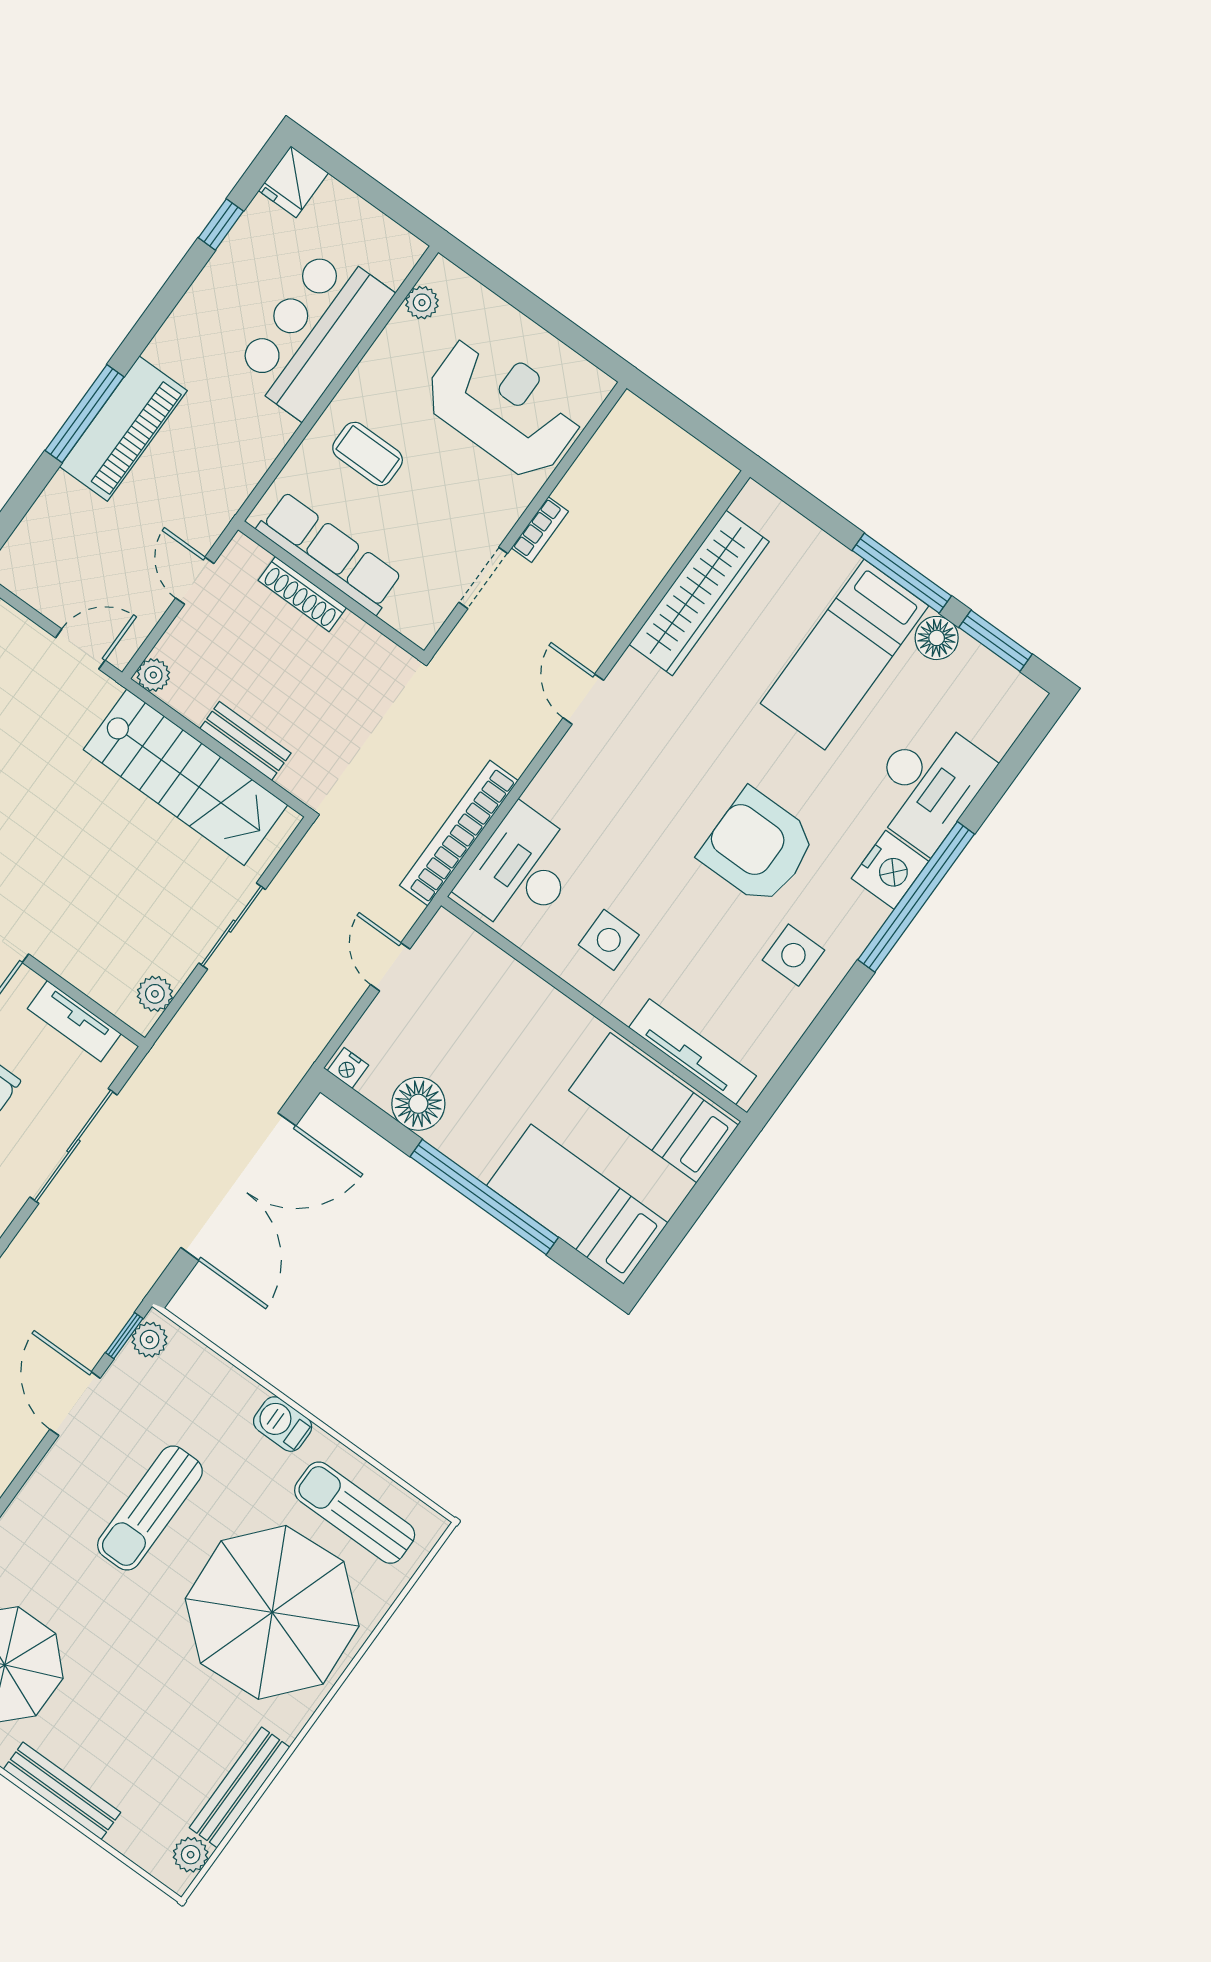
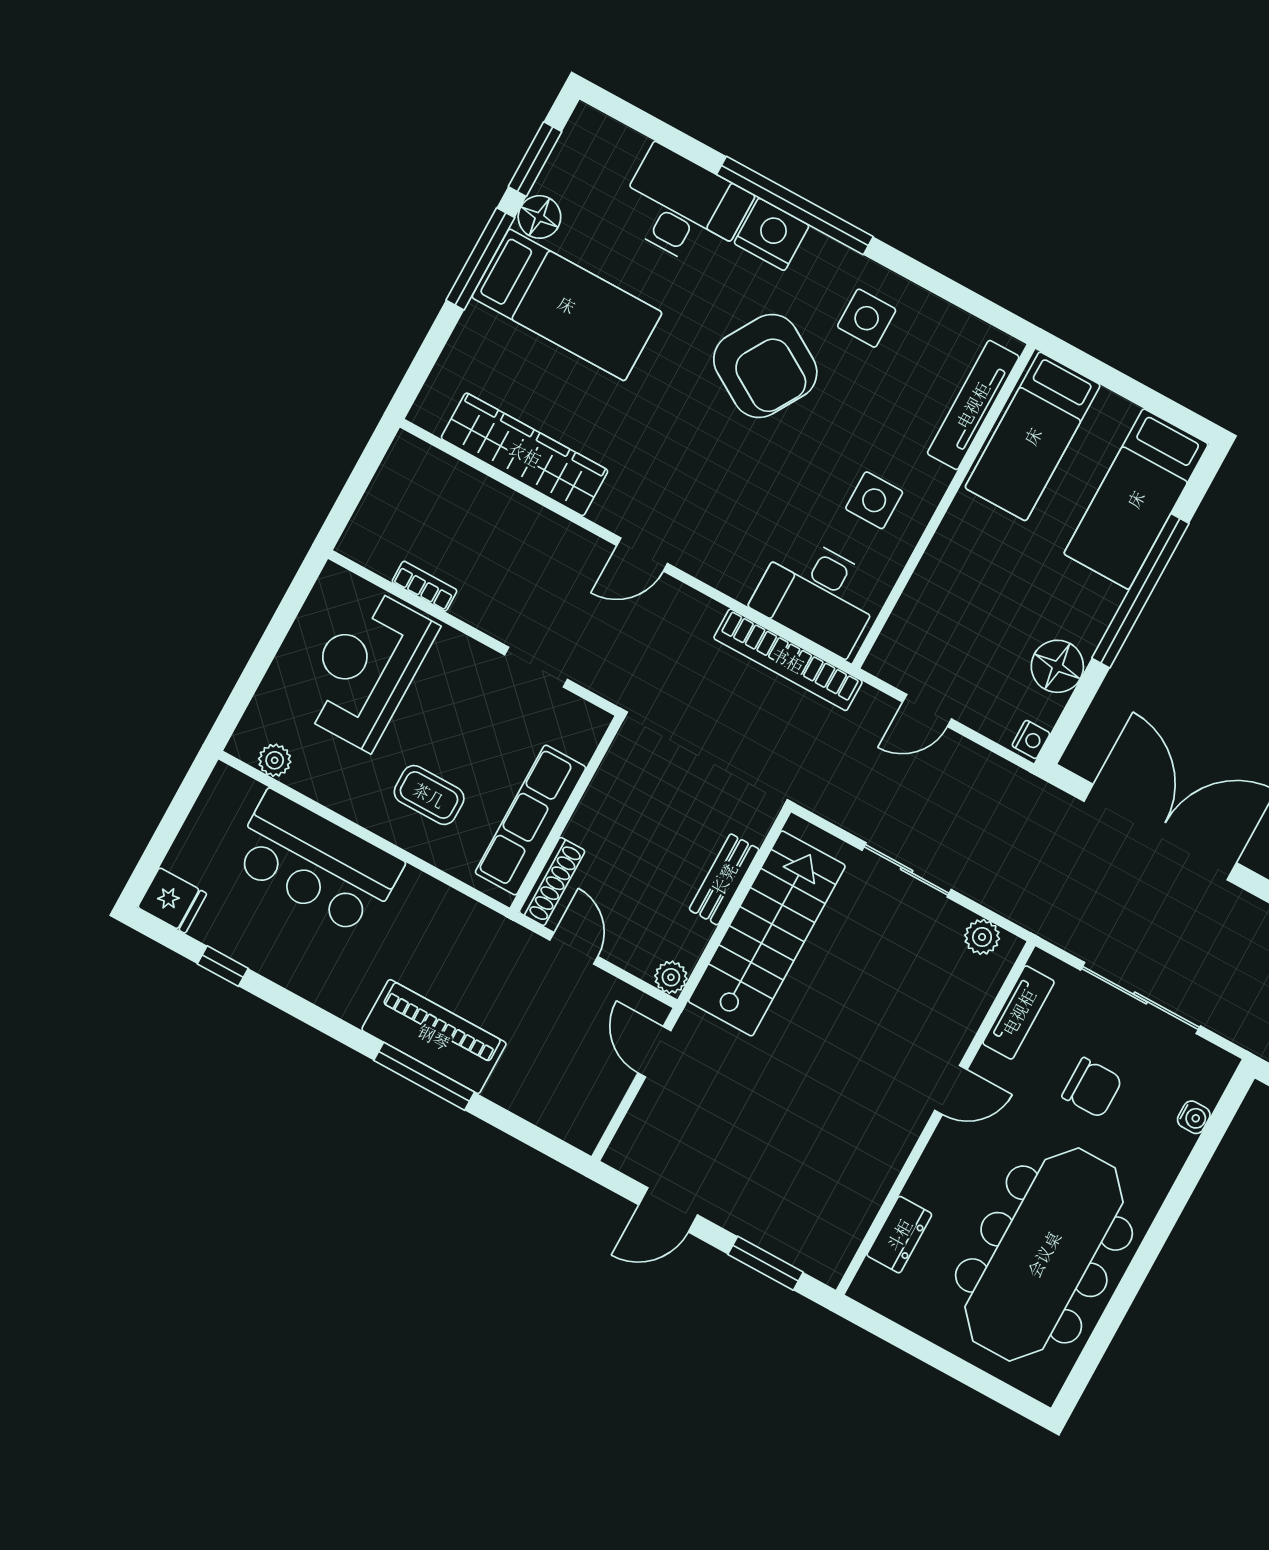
coffee table: (368, 454) -> (429, 795), turned 90
bookcase: (540, 530) -> (425, 586), moved
door: (195, 581) -> (574, 948), swing flipped
shoe rack: (302, 594) -> (552, 881), moved
armchair: (758, 847) -> (765, 366), turned -59

